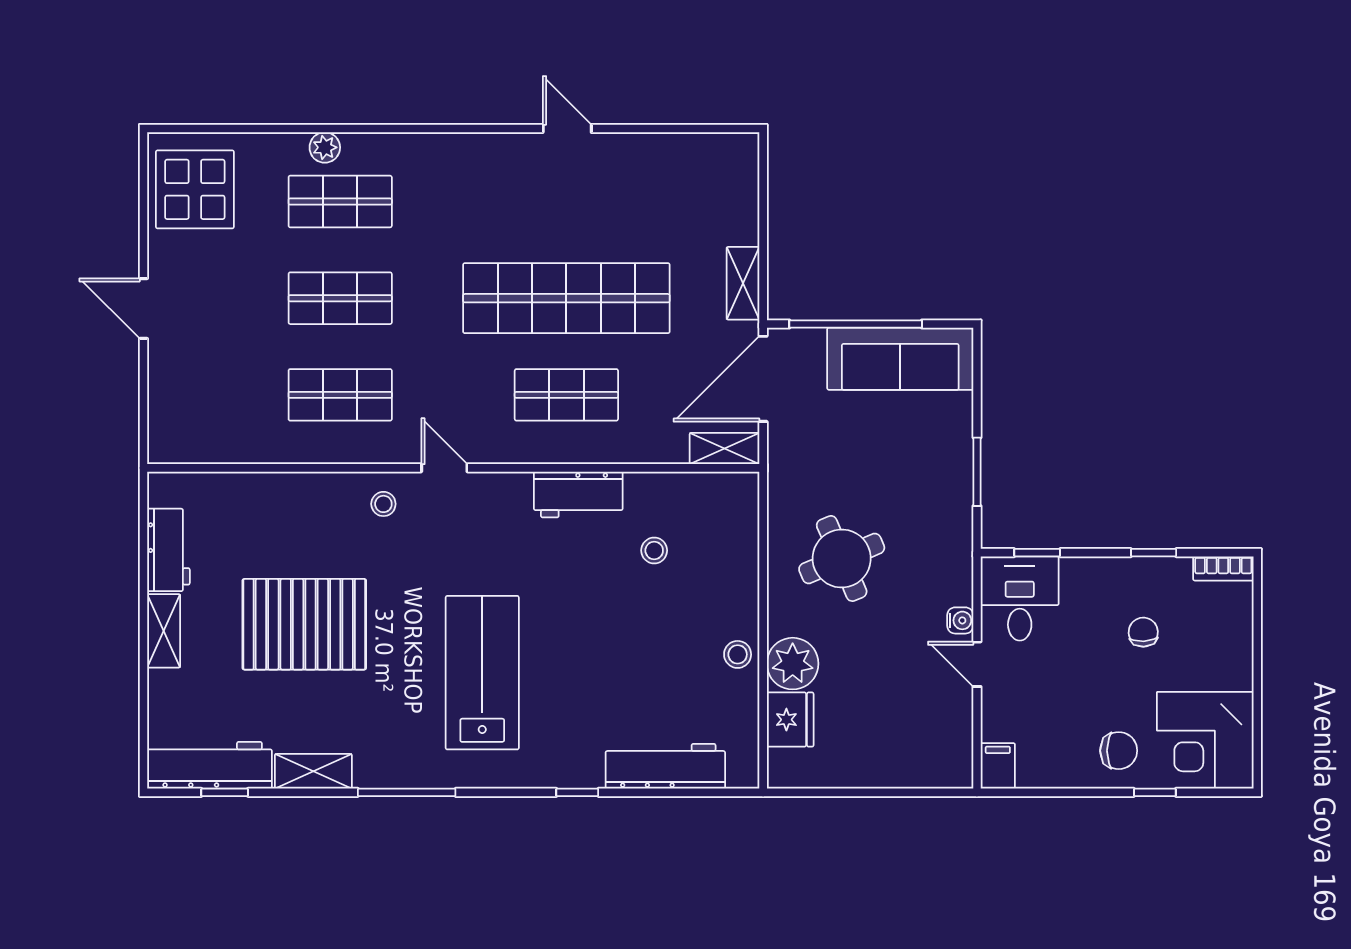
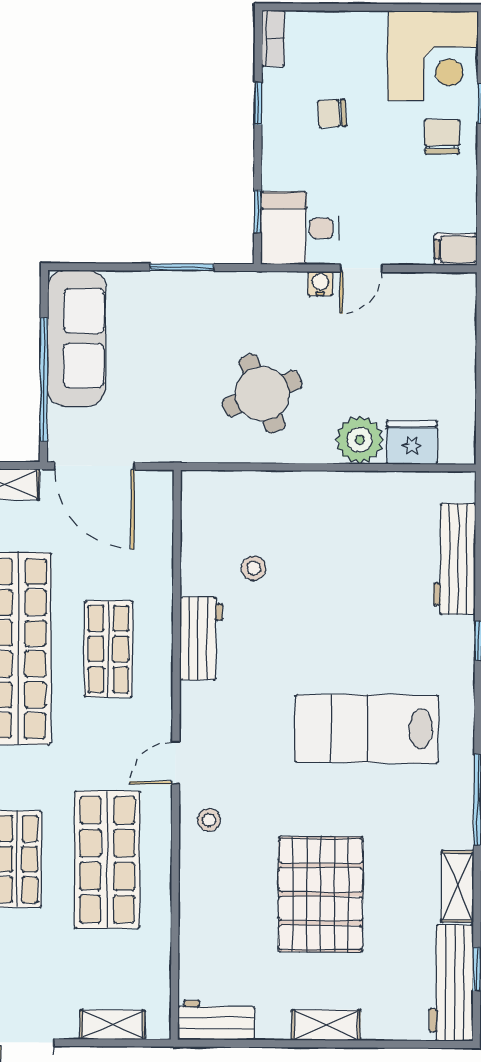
shop shelf: (340, 395) -> (107, 860), width x1.43, depth x1.36
shelving: (725, 448) -> (112, 1025), moved, turned 90
workbench: (168, 550) -> (216, 1020), moved
stool: (738, 654) -> (351, 491), removed

